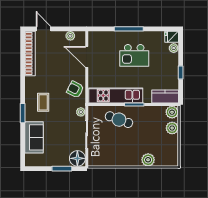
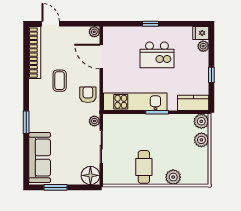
window: (129, 29) -> (151, 24), width x0.46
plant: (70, 36) -> (94, 32), moved
armchair: (75, 89) -> (88, 95), turned 63
coffee table: (43, 102) -> (60, 81), moved
cafe table: (119, 120) -> (144, 167), moved, turned 70
sofa: (34, 137) -> (40, 158), width x1.36
window: (62, 169) -> (55, 187), moved

